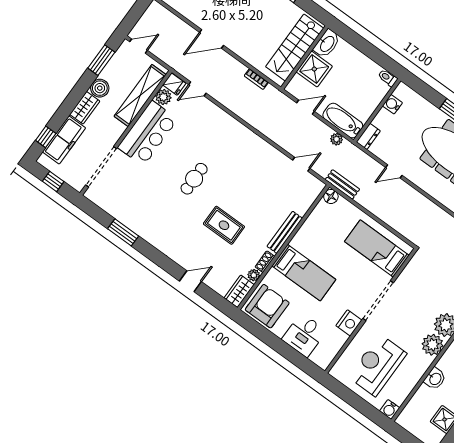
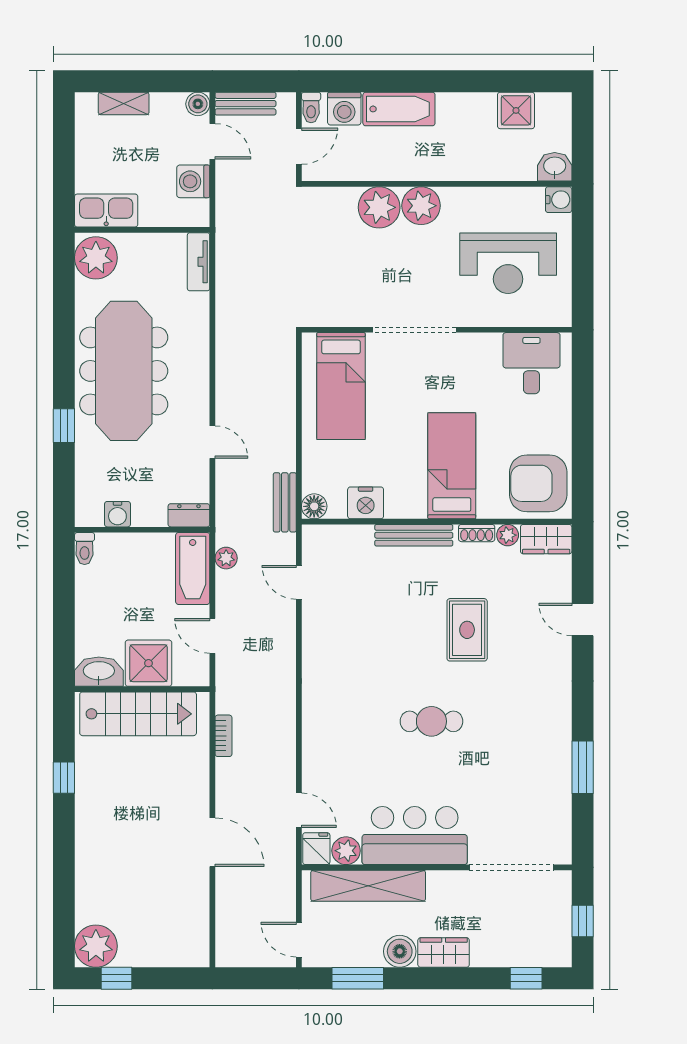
freezer: (64, 140) -> (512, 949), removed
nightstand: (349, 323) -> (366, 503), moved, turned 180
desk: (304, 335) -> (531, 363), moved, turned -90
washbasin: (435, 379) -> (555, 167), moved

